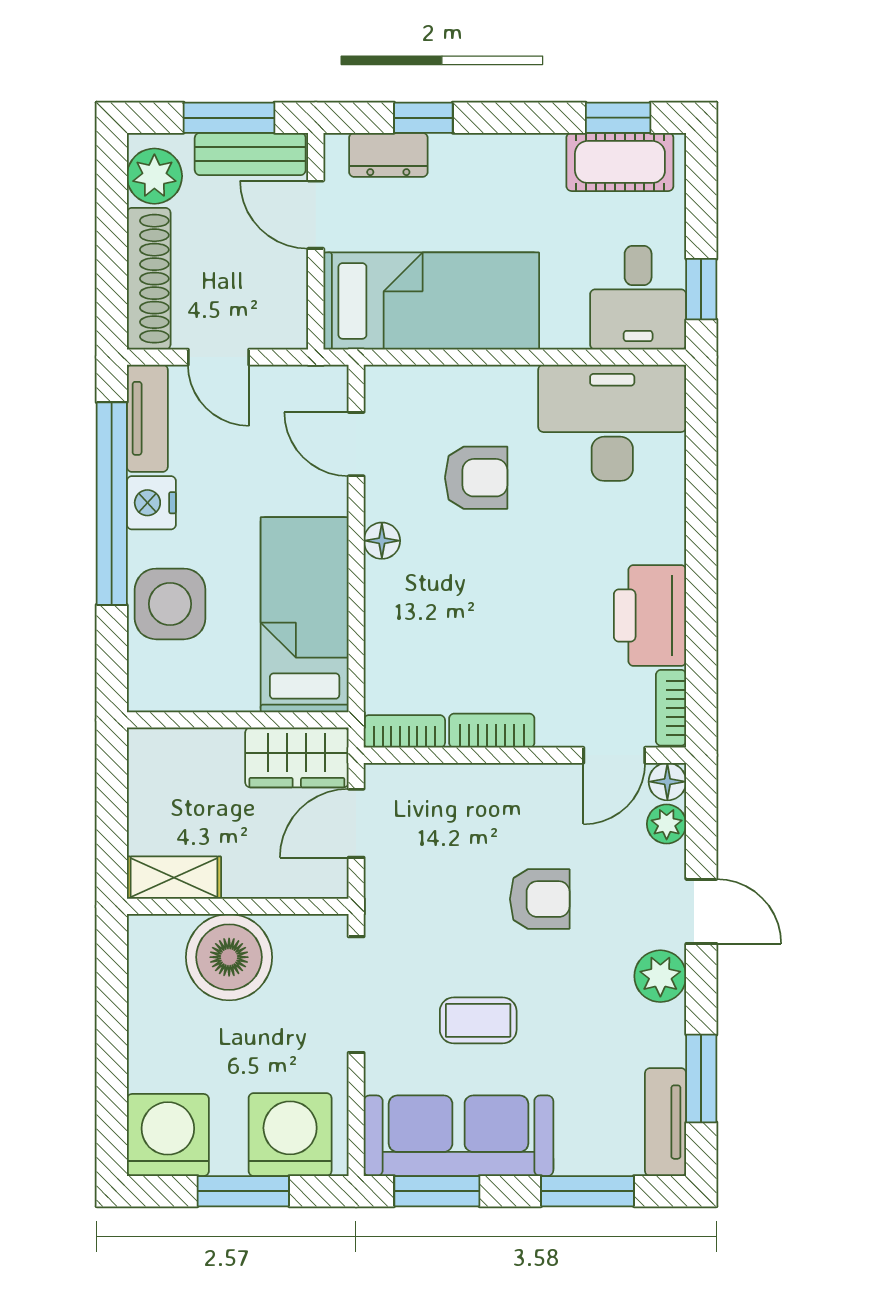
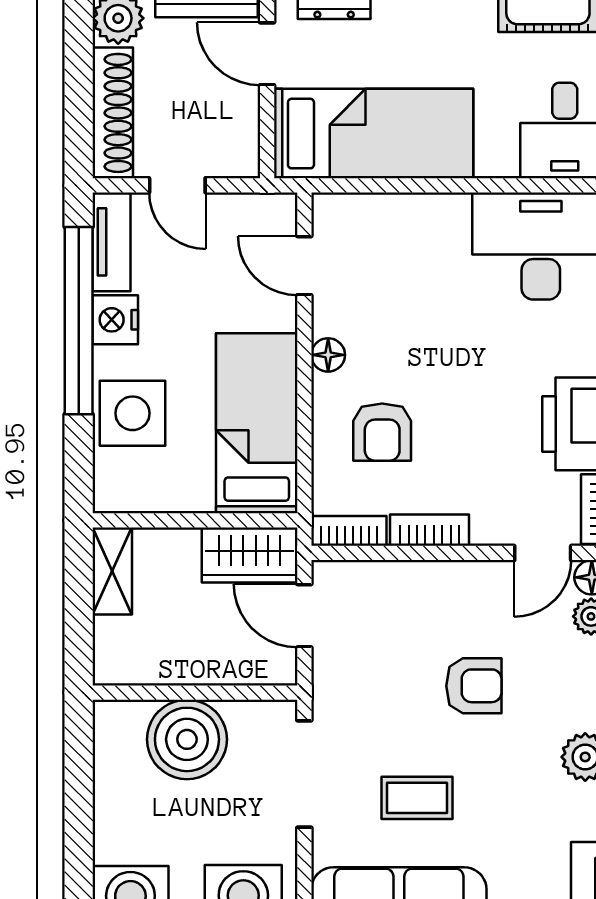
armchair: (476, 478) -> (382, 432), moved, turned 90
door: (356, 823) -> (304, 616), hinge flipped
shelving: (174, 878) -> (112, 571), moved, turned 90

